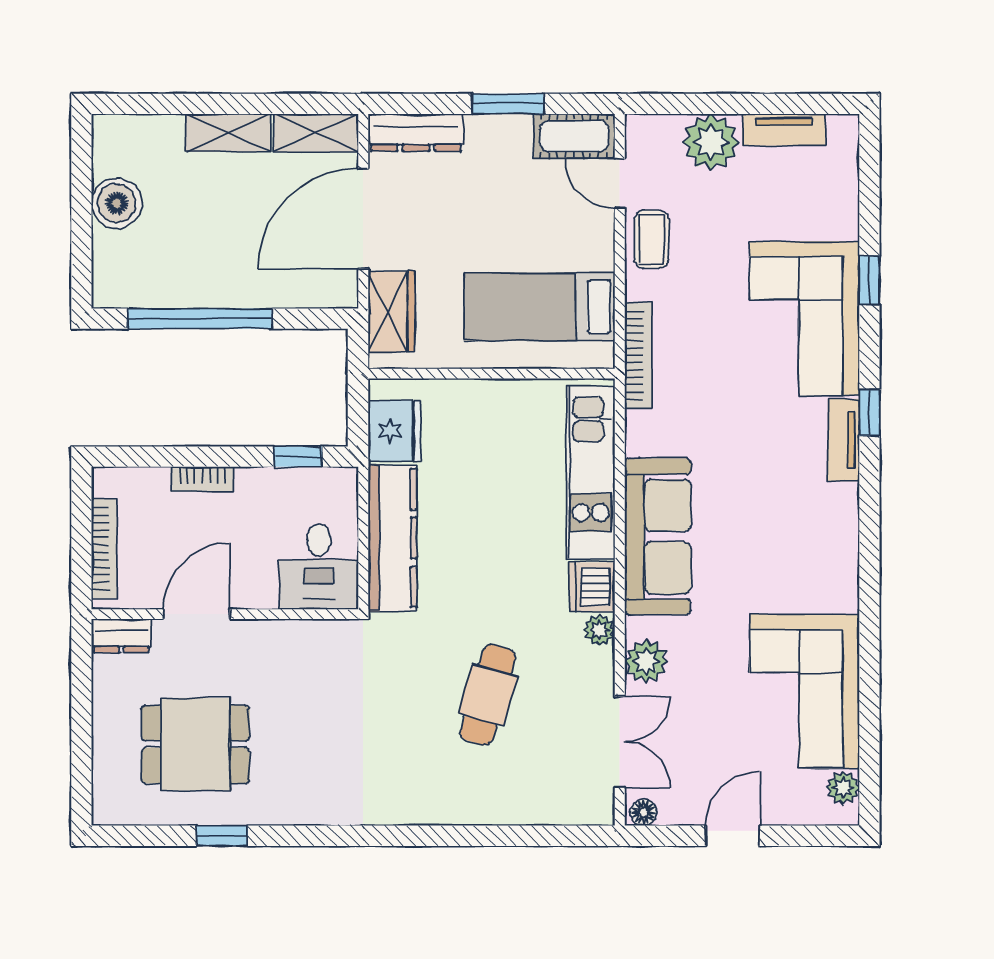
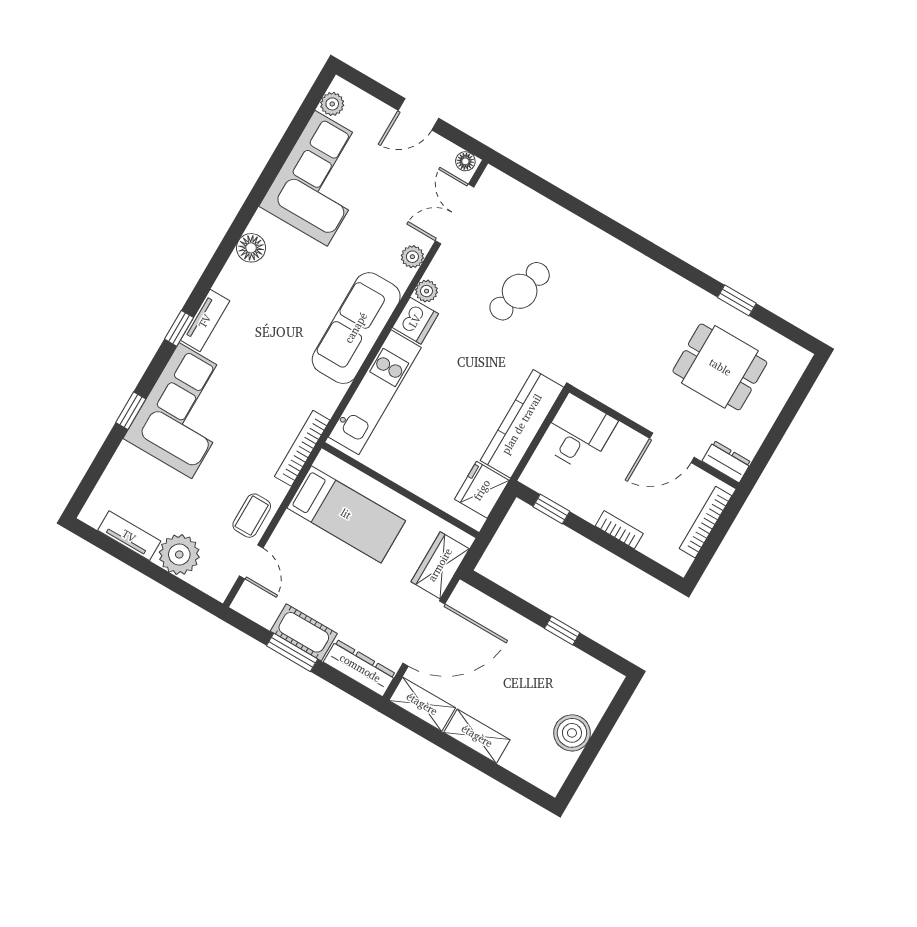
cot: (574, 136) -> (304, 632), moved
window: (200, 319) -> (562, 631), width x0.32
floor lamp: (839, 559) -> (251, 248), added
plant: (646, 661) -> (412, 257), width x0.73, depth x0.73

